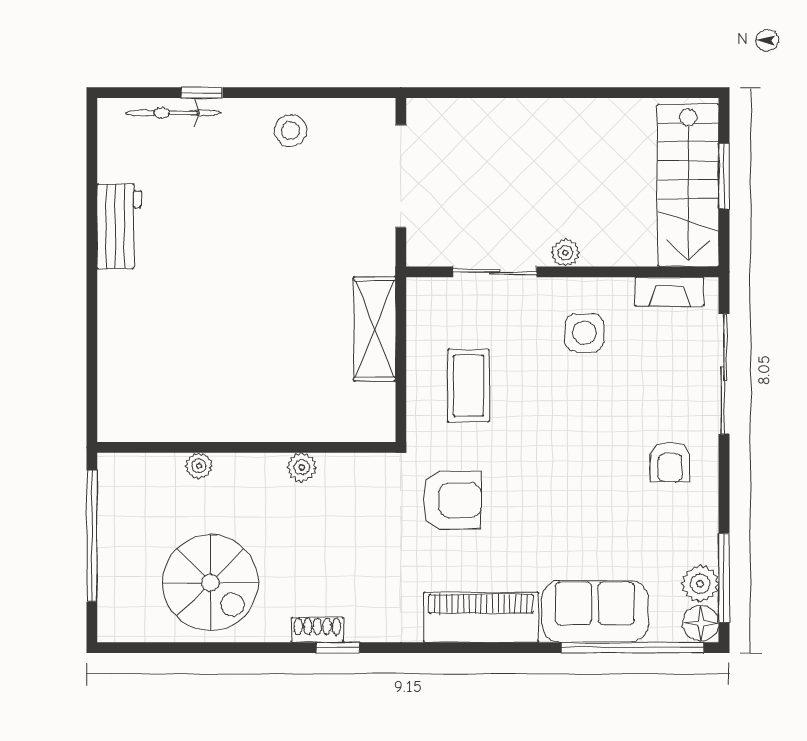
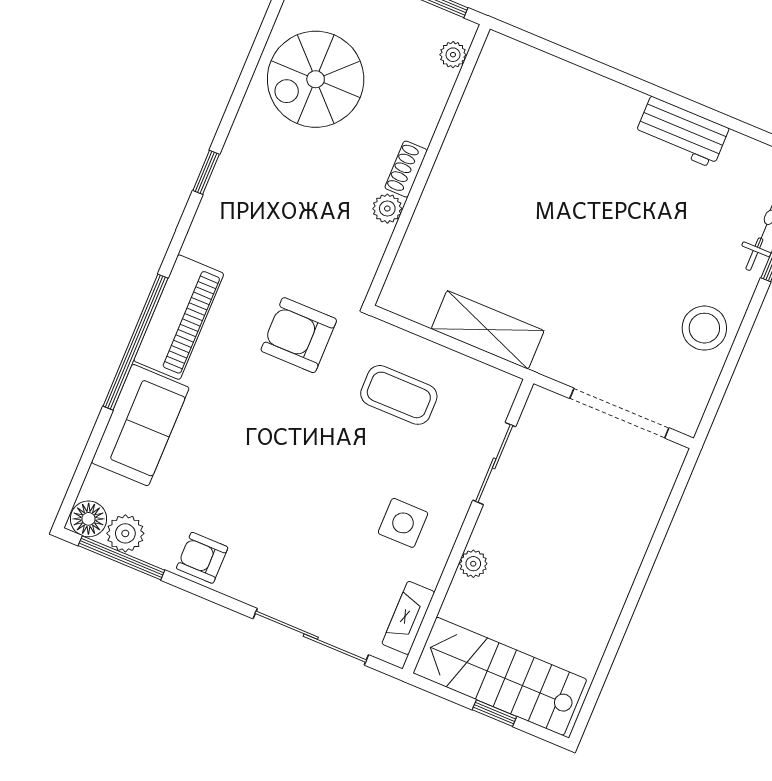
stool: (290, 131) -> (704, 328), width x1.38, depth x1.38
window: (724, 176) -> (494, 713), width x0.67
plant: (565, 253) -> (473, 564), moved
armchair: (670, 462) -> (202, 558), moved
plant: (199, 466) -> (453, 55), moved
armchair: (452, 500) -> (299, 335), turned 90
shoe rack: (317, 630) -> (406, 169), moved, turned 180
window: (632, 648) -> (135, 342), moved

